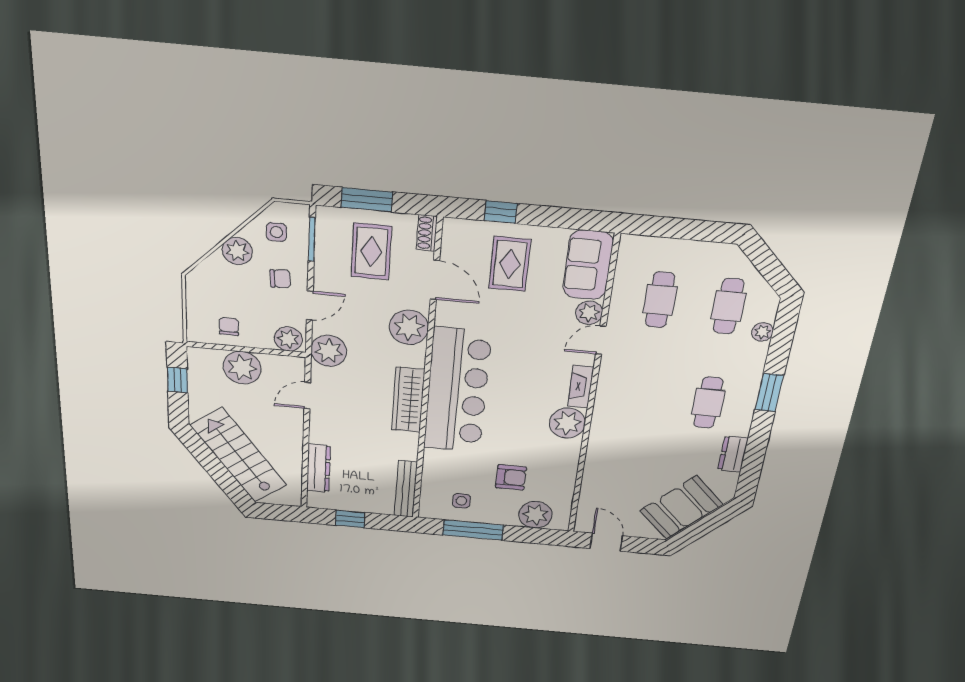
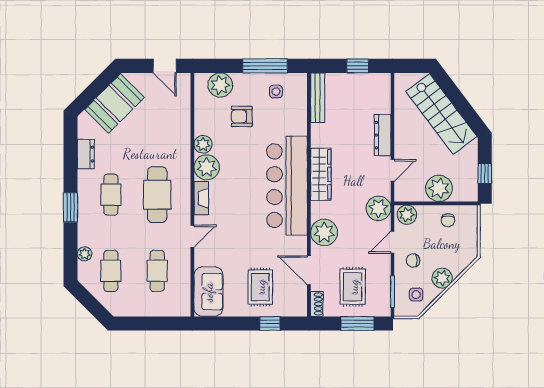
plant: (589, 313) -> (203, 144), moved
cafe table: (643, 397) -> (157, 195), added
dresser: (319, 468) -> (383, 135), moved

